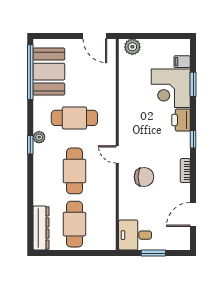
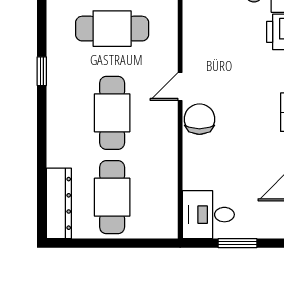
plant: (39, 137) -> (56, 59), removed
door: (117, 154) -> (180, 87), hinge flipped
chair: (144, 177) -> (199, 119), moved, turned -90

